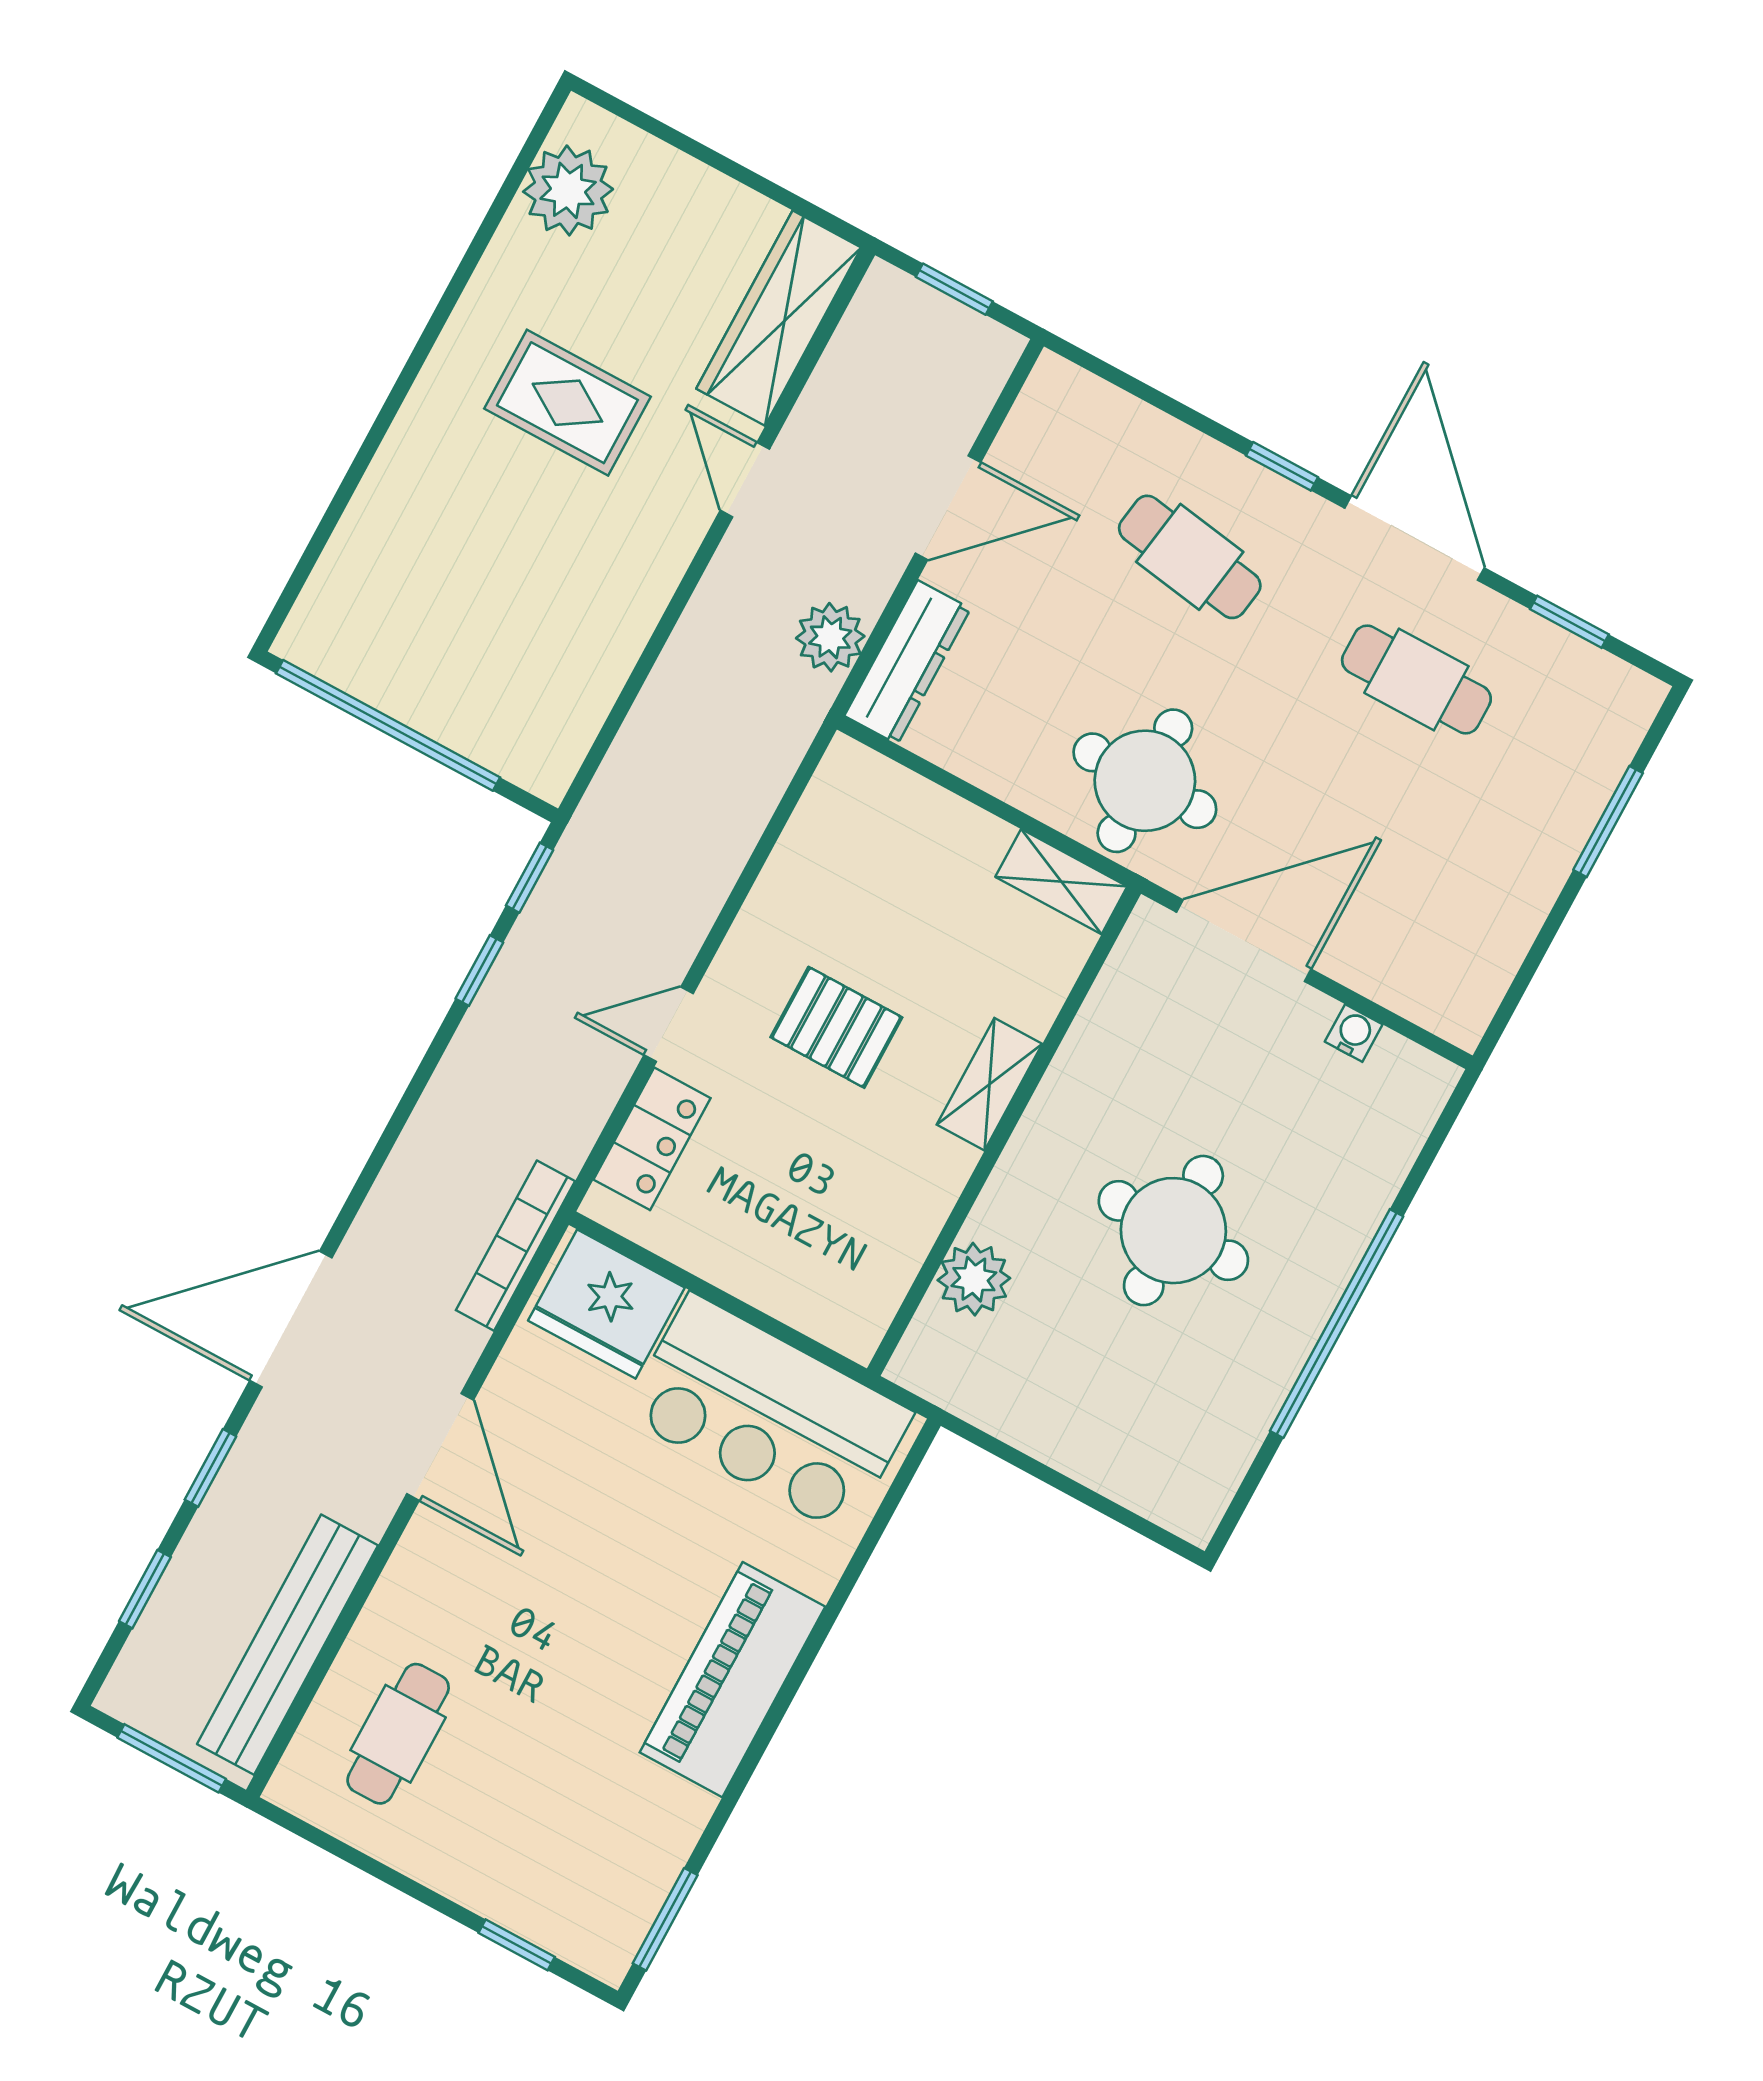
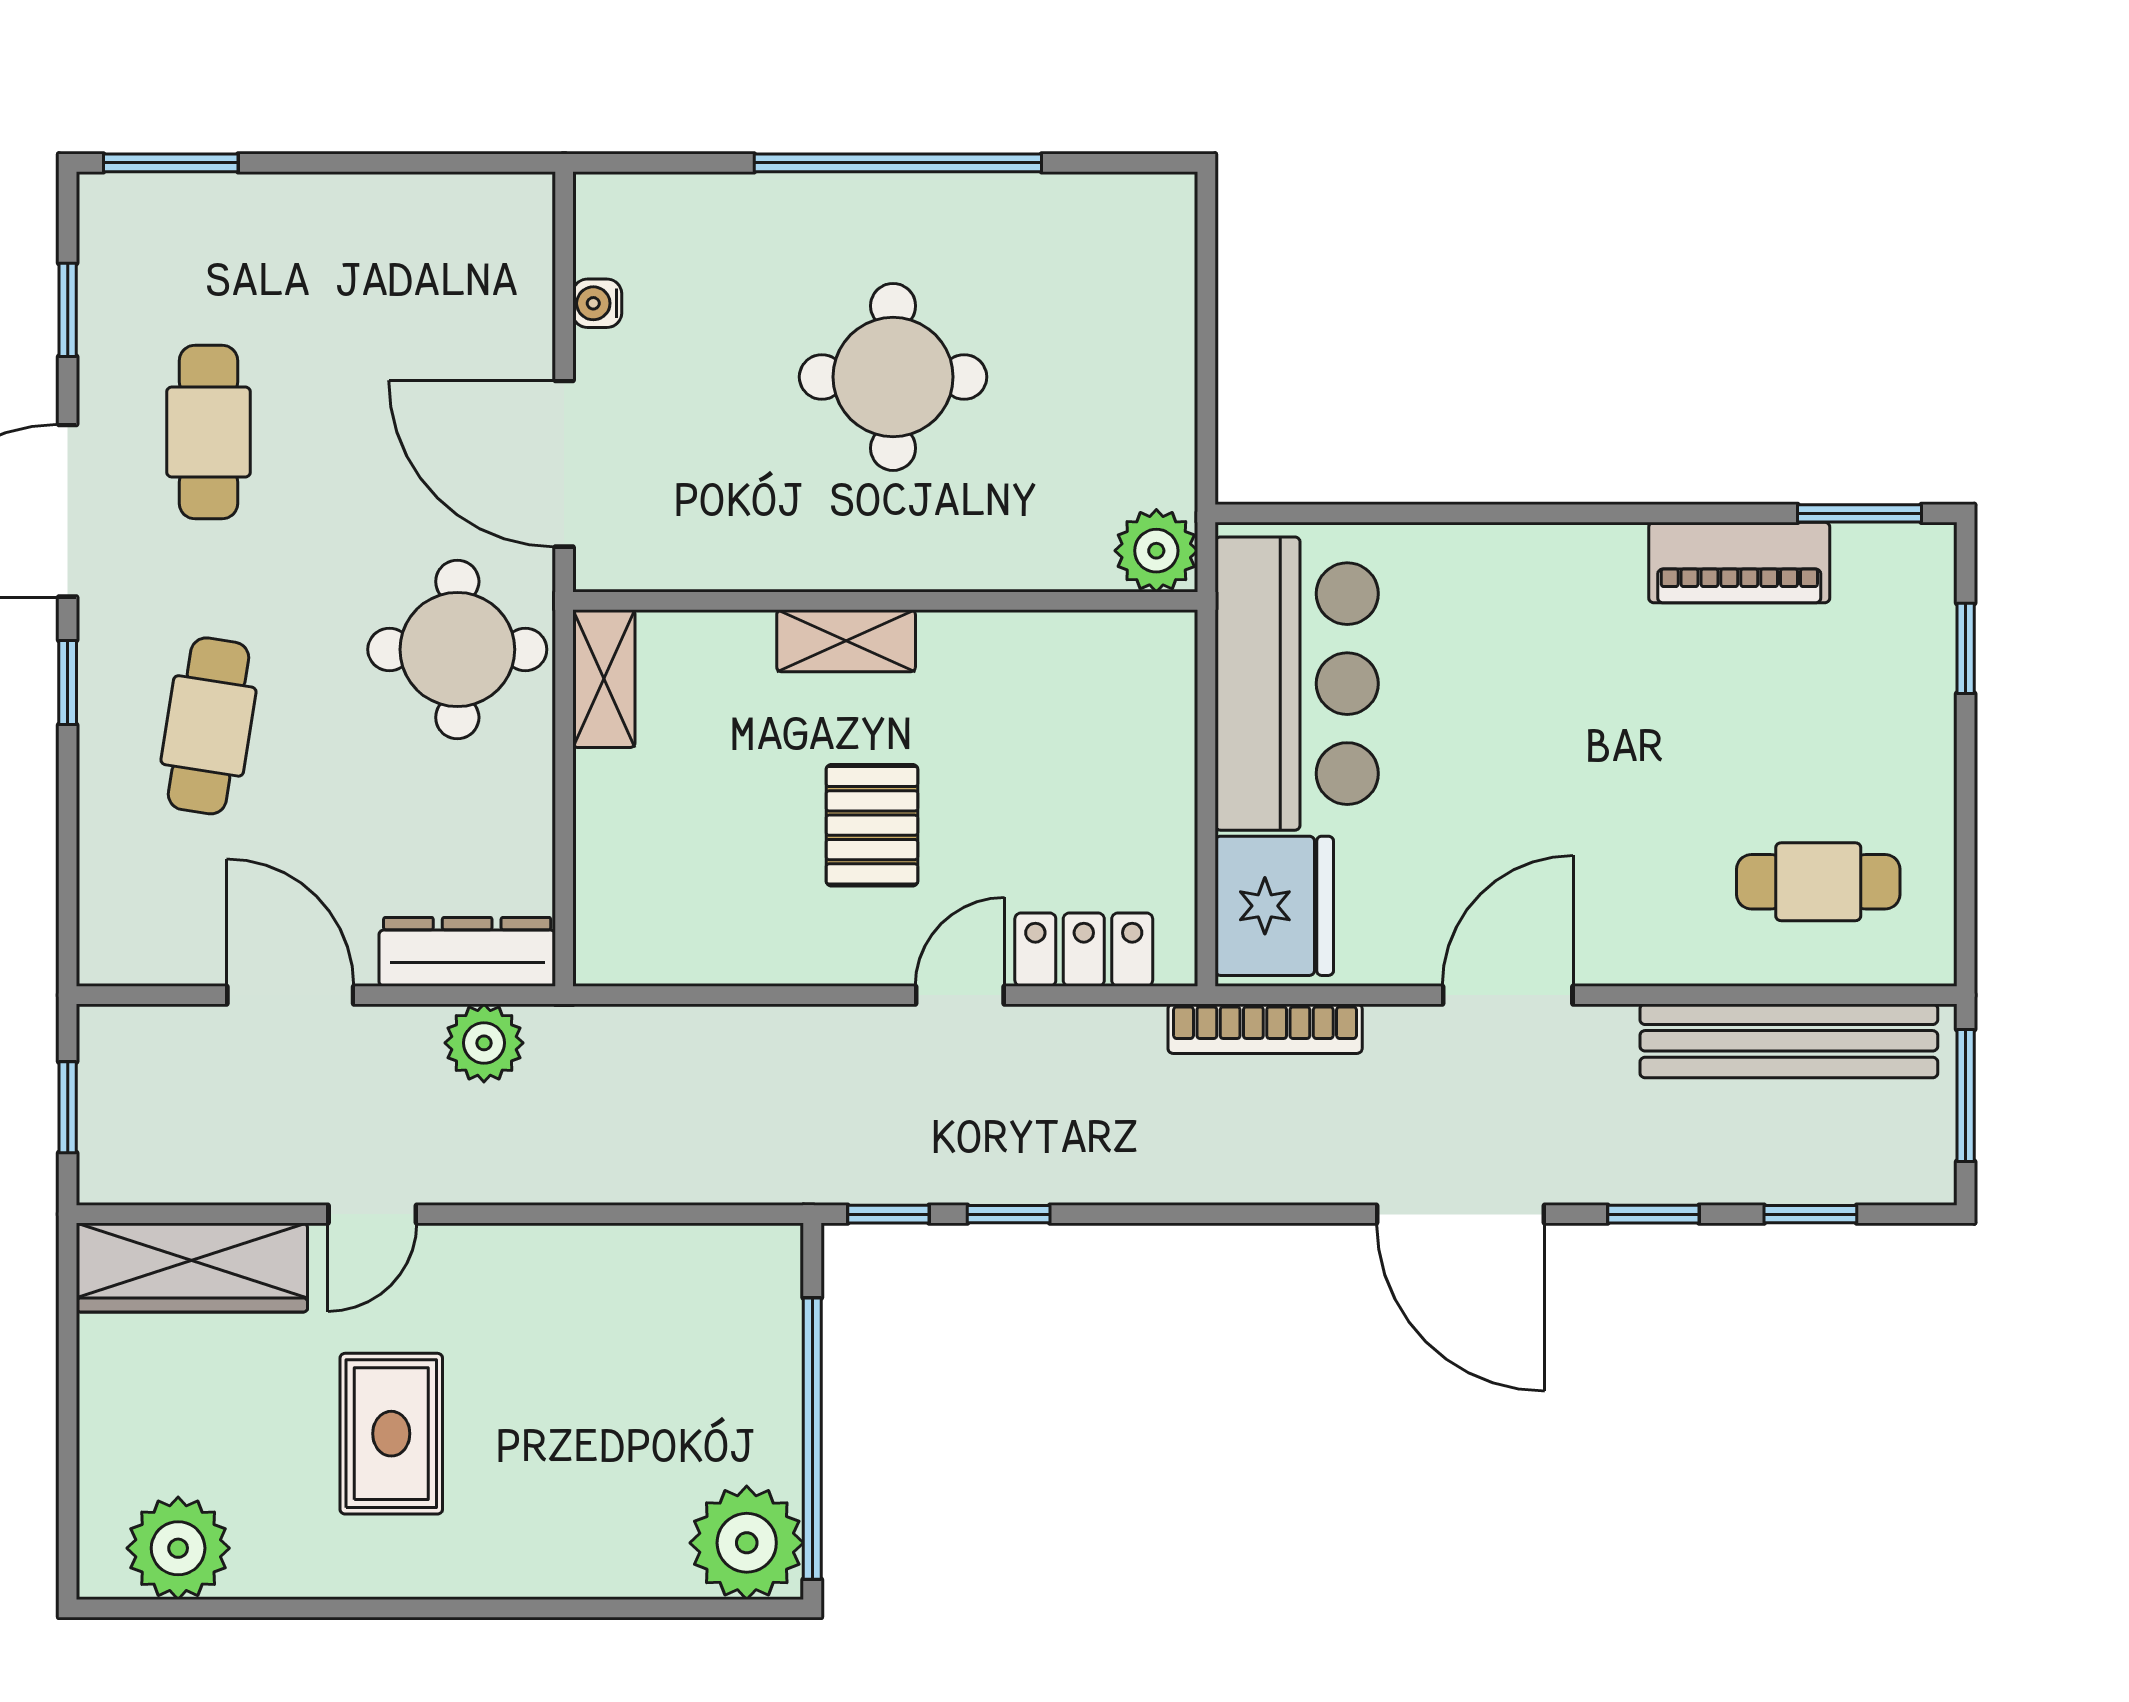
plant: (335, 631) -> (747, 1543), added
window: (1608, 821) -> (171, 163), moved
door: (669, 1024) -> (960, 995), swing flipped
plant: (974, 1279) -> (1156, 551), moved
piano: (732, 1680) -> (1739, 562), moved, width x0.73, depth x0.75

